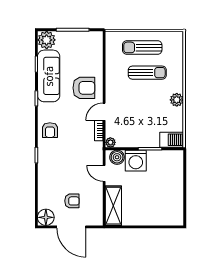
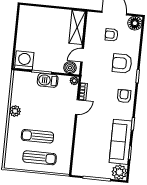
armchair: (84, 88) -> (122, 63), moved
barbecue: (172, 140) -> (48, 80), moved
washing machine: (136, 161) -> (24, 60), moved
door: (104, 173) -> (82, 55), swing flipped

